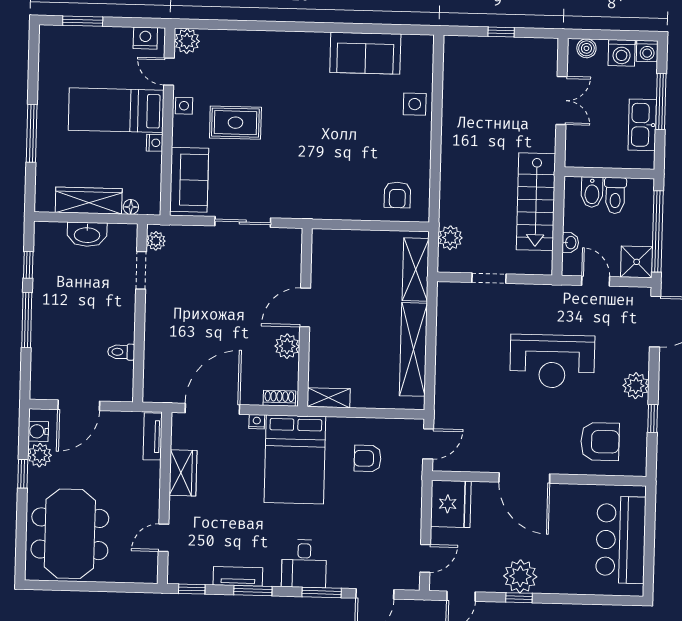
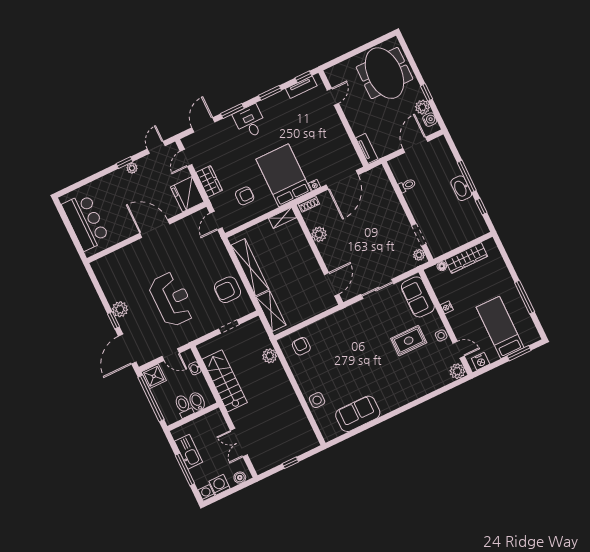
bed: (116, 110) -> (500, 327), moved, turned -90
window: (32, 133) -> (525, 297), moved
washbasin: (87, 234) -> (461, 188), moved, turned -90
plant: (450, 238) -> (270, 356), moved
door: (305, 307) -> (332, 284), moved
reception desk: (552, 361) -> (172, 299), turned 90
window: (653, 419) -> (113, 320), moved
armchair: (600, 442) -> (227, 290), moved
wardrobe: (183, 473) -> (209, 181), moved, turned 180
tv unit: (238, 576) -> (301, 87), moved
plant: (520, 576) -> (132, 168), width x0.53, depth x0.53

